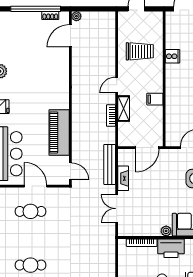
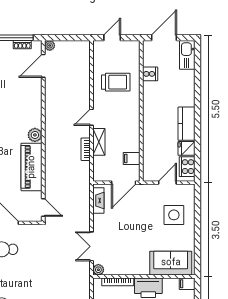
cooker: (173, 56) -> (150, 74), moved
filing cabinet: (155, 99) -> (132, 159), moved
plant: (62, 102) -> (35, 135), added
bench: (110, 164) -> (84, 200), removed
fireplace: (123, 178) -> (98, 200), moved
plant: (166, 231) -> (98, 270), moved

